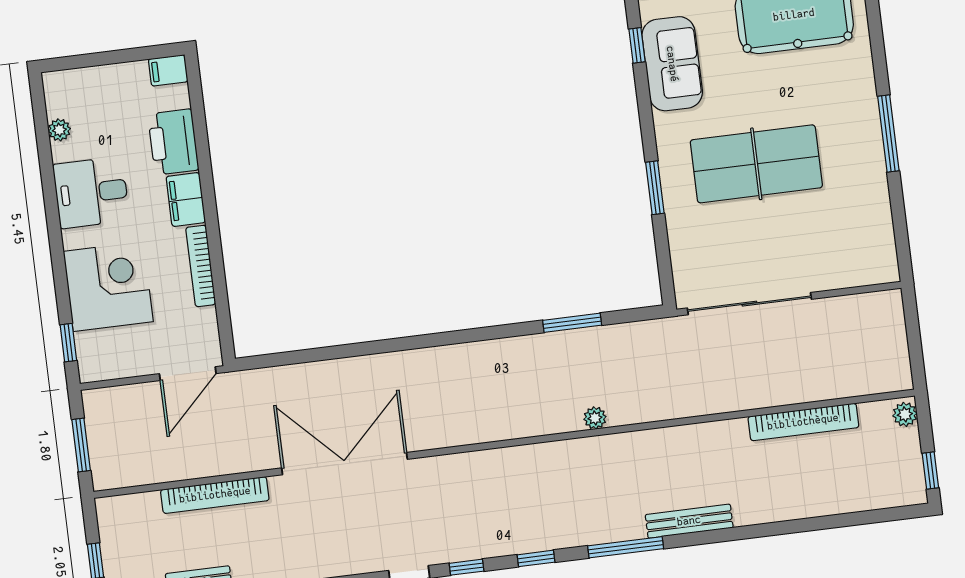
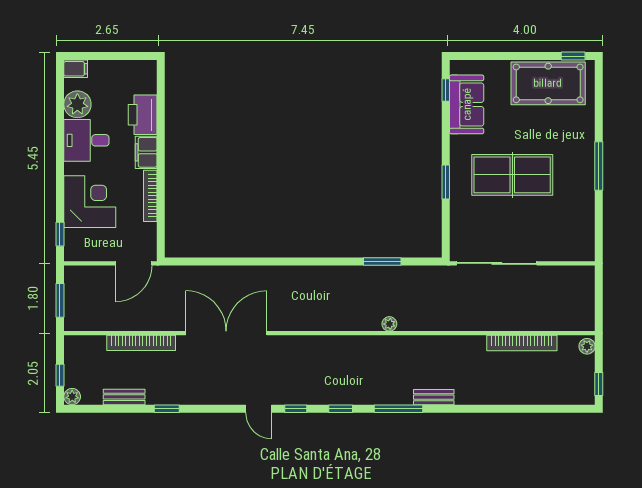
filing cabinet: (168, 70) -> (76, 69), moved, turned 180
plant: (59, 130) -> (77, 104), width x1.87, depth x1.87
bench: (689, 521) -> (434, 397), width x0.73

